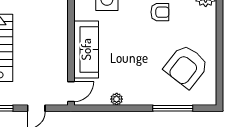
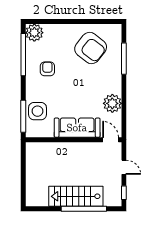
plant: (117, 99) -> (112, 103), width x1.88, depth x1.88

